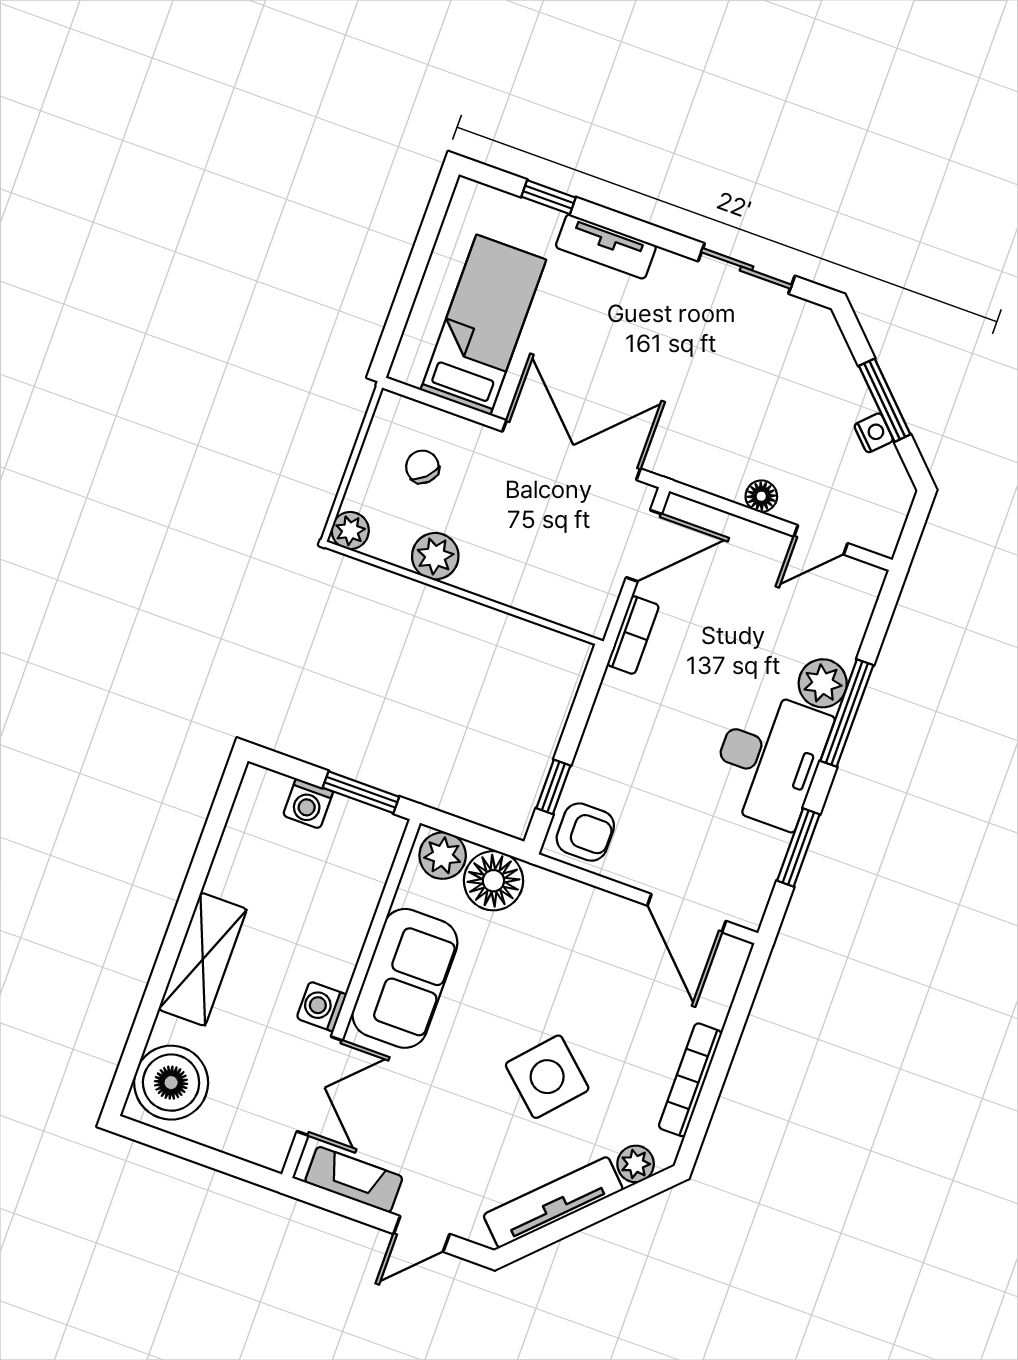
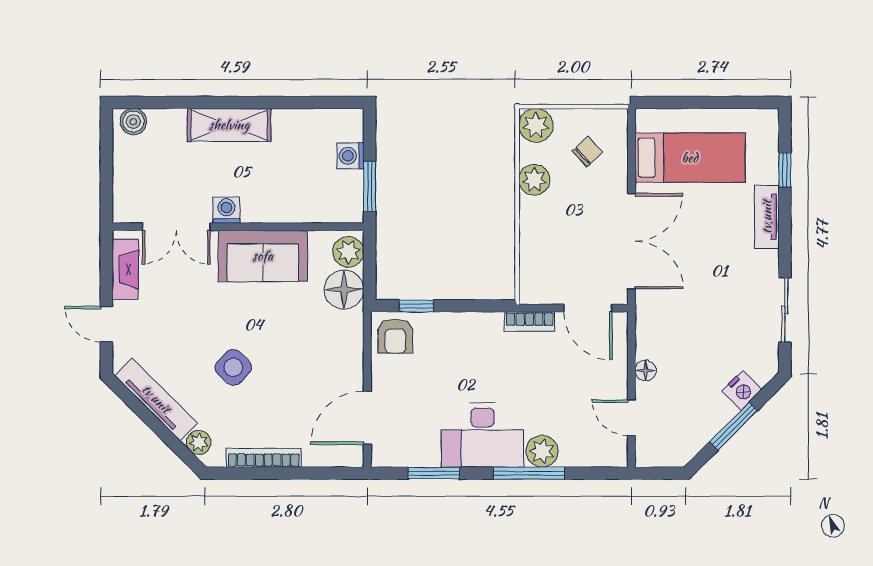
nightstand: (874, 433) -> (742, 390), moved, width x1.39, depth x1.35
plant: (350, 531) -> (536, 125), width x1.38, depth x1.38
side table: (547, 1077) -> (233, 367), width x0.73, depth x0.73
boiler: (171, 1083) -> (133, 122), width x0.54, depth x0.54

